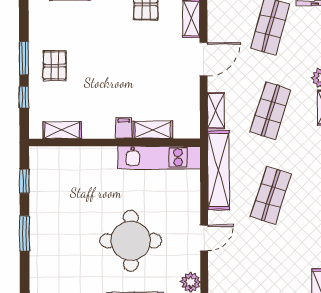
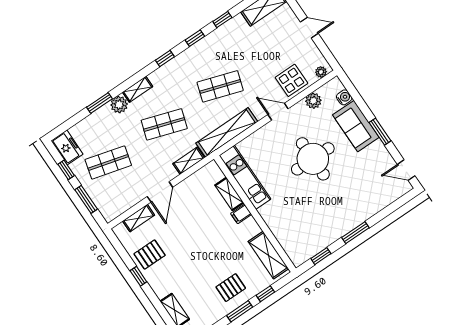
door: (204, 59) -> (160, 192), swing flipped
shelving: (62, 130) -> (268, 255), width x1.50, depth x1.33
display table: (227, 274) -> (291, 80), added

